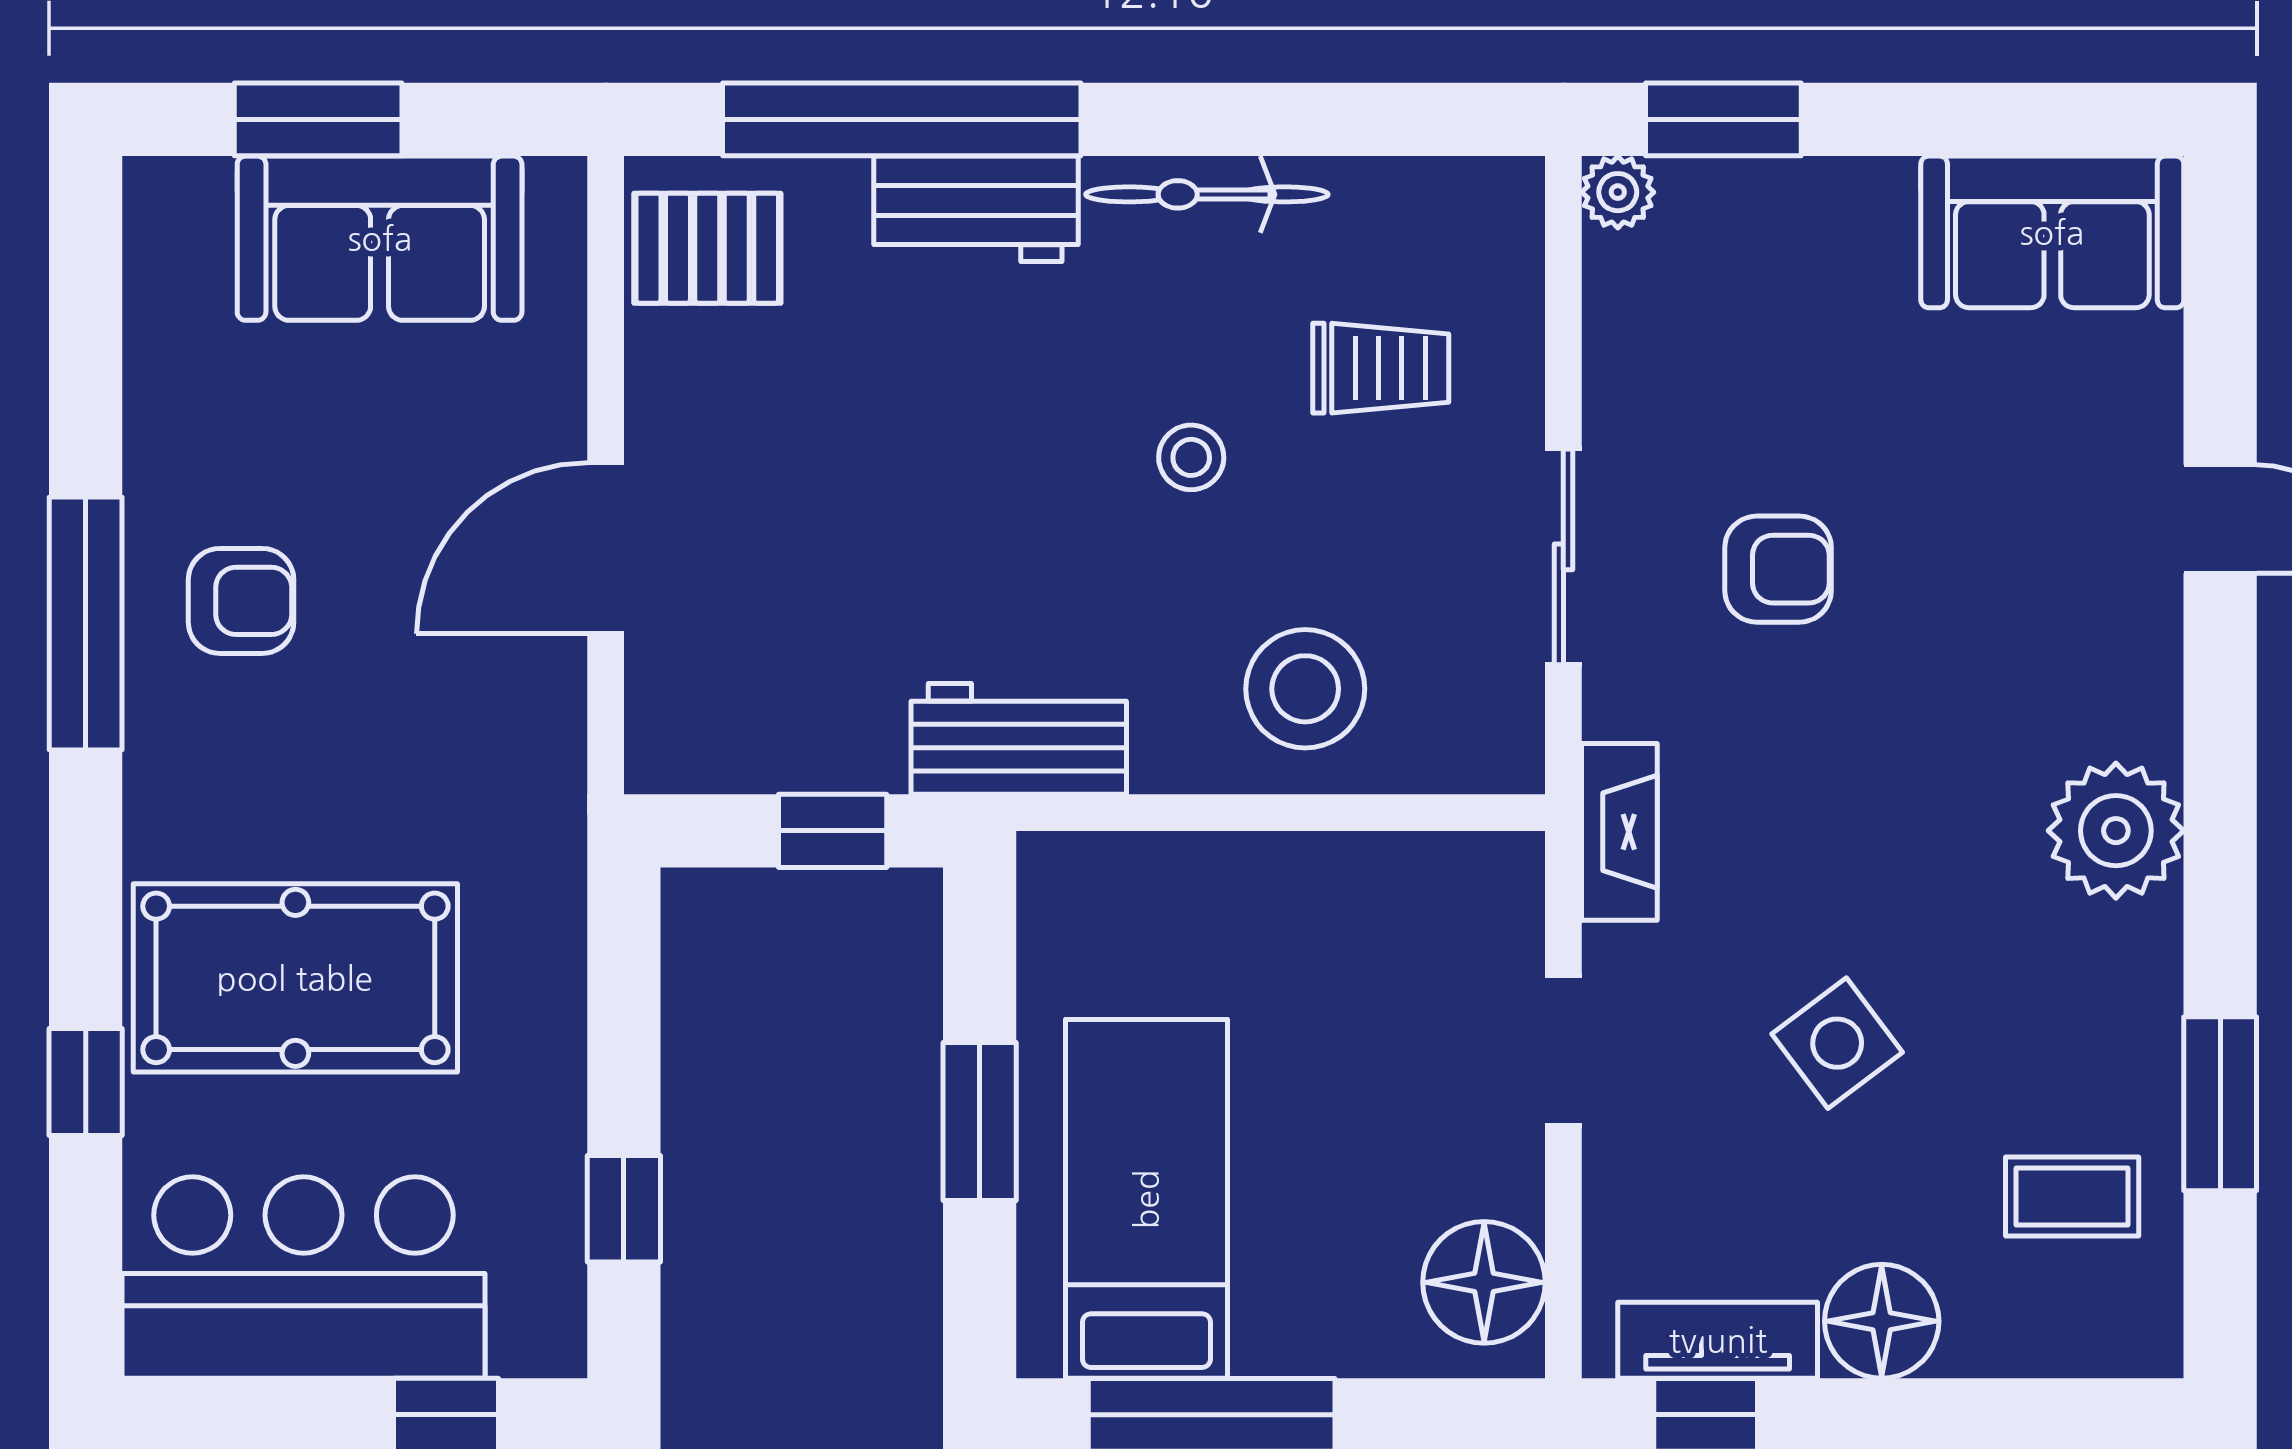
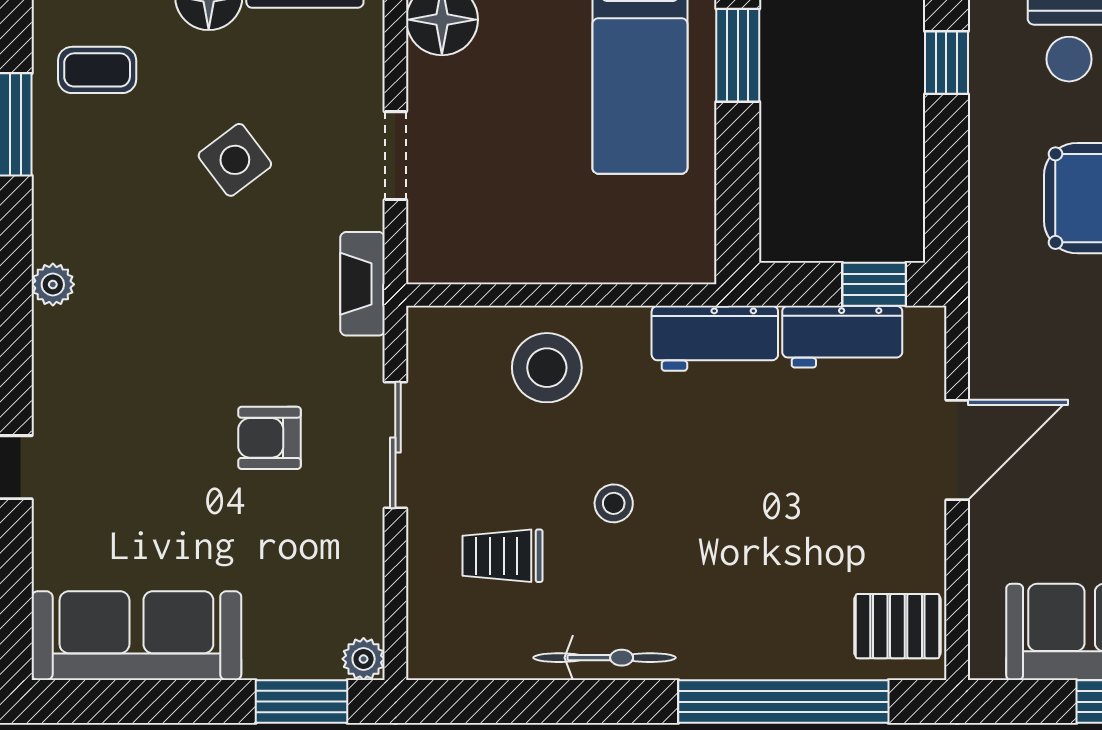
workbench: (976, 209) -> (842, 337), moved, turned 180
sofa: (2052, 232) -> (136, 636), width x1.36
window: (833, 831) -> (874, 284), moved
plant: (2116, 831) -> (53, 284), width x0.53, depth x0.53
window: (980, 1122) -> (738, 55), moved

